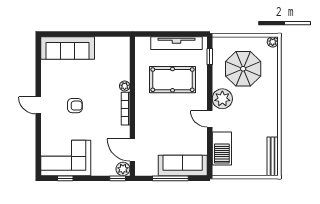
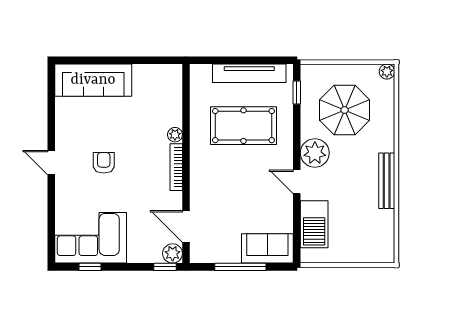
armchair: (75, 106) -> (104, 163), turned -90
bench: (273, 156) -> (387, 181), moved
sofa: (183, 165) -> (267, 248), width x0.73

